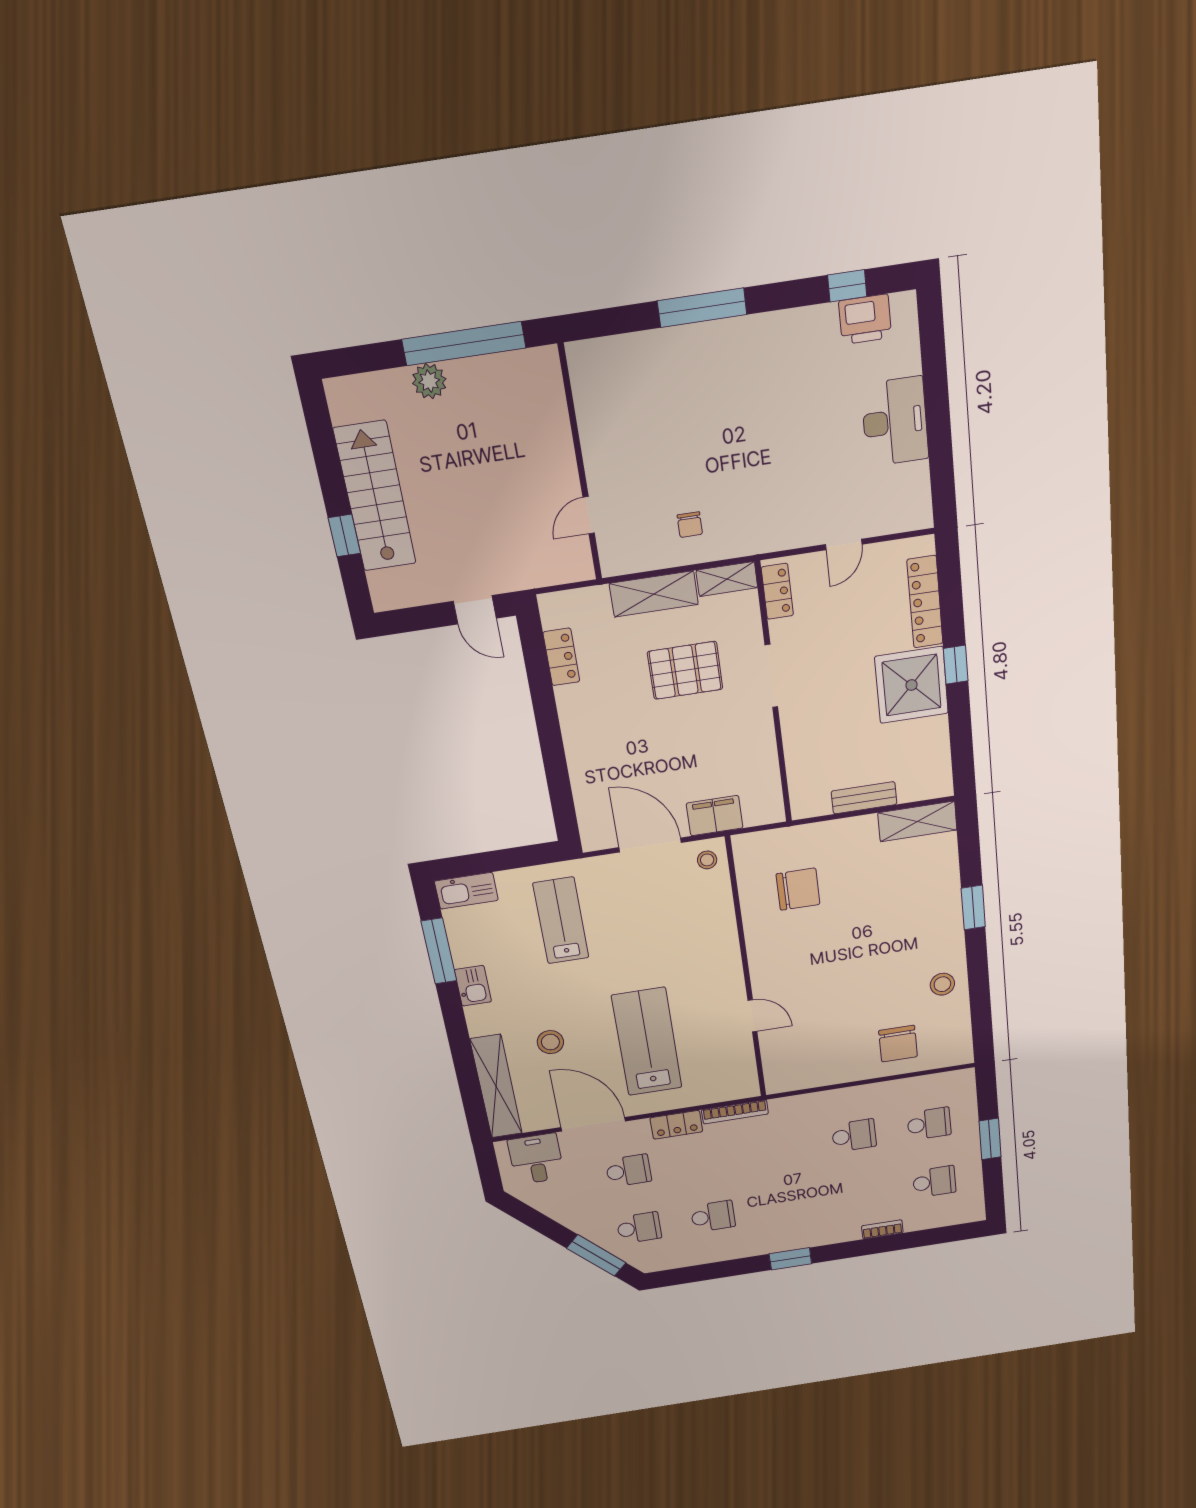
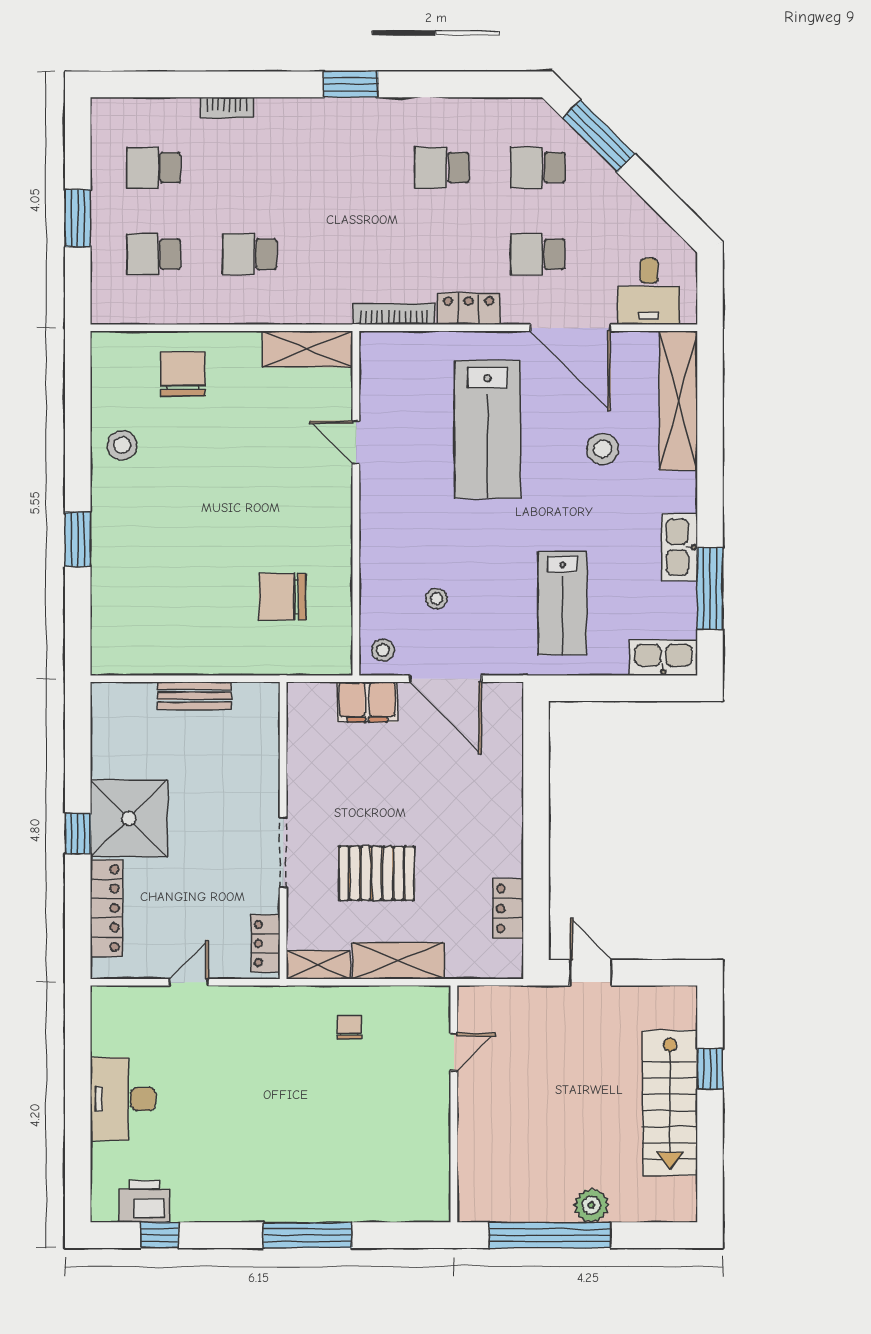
shelving: (917, 821) -> (308, 349), moved
stool: (668, 908) -> (436, 599), added
kitchen sink: (473, 986) -> (680, 547), width x1.38

